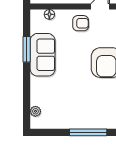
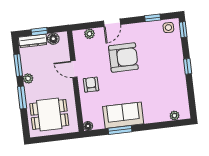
floor lamp: (49, 14) -> (88, 126), moved
window: (88, 132) -> (188, 66), width x0.46

